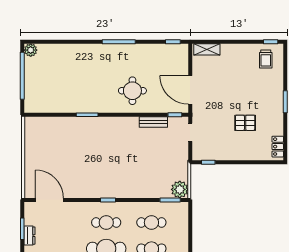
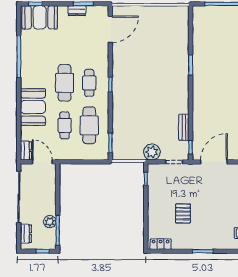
round table: (132, 91) -> (213, 108), removed
plant: (180, 189) -> (152, 152), moved
cafe table: (151, 222) -> (89, 125), width x1.37, depth x1.35

